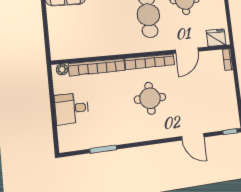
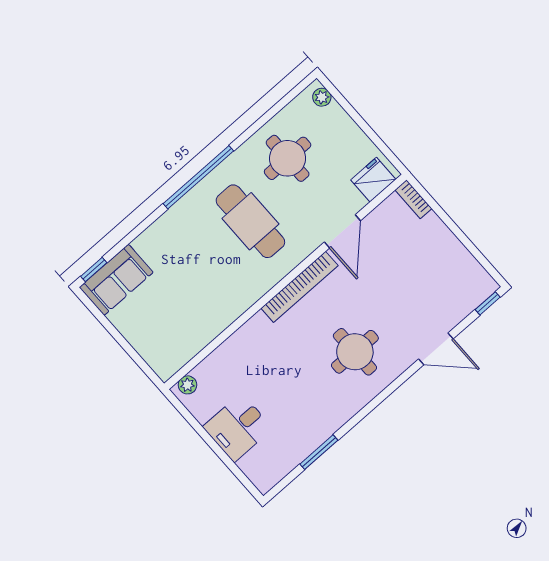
bookcase: (97, 67) -> (232, 348), removed
round table: (150, 98) -> (355, 352), moved

